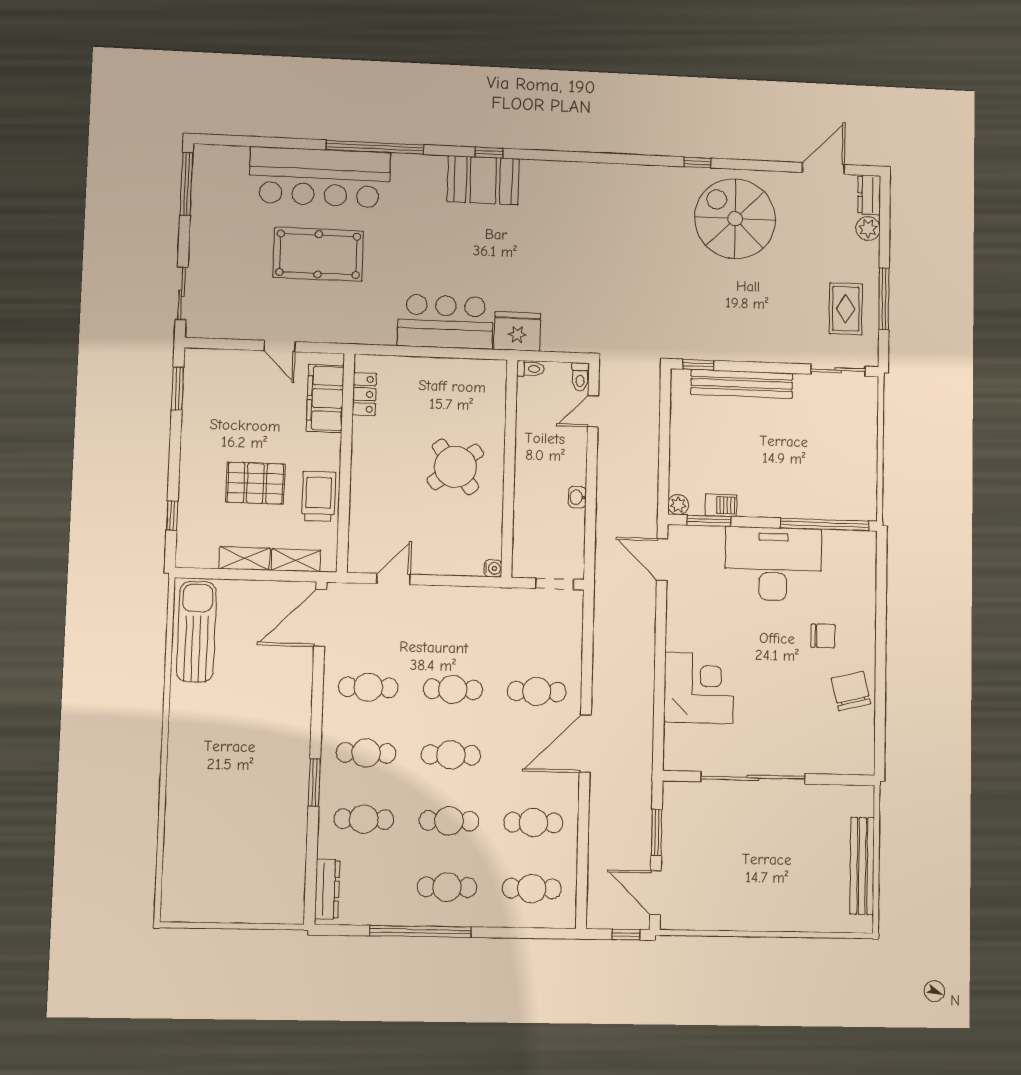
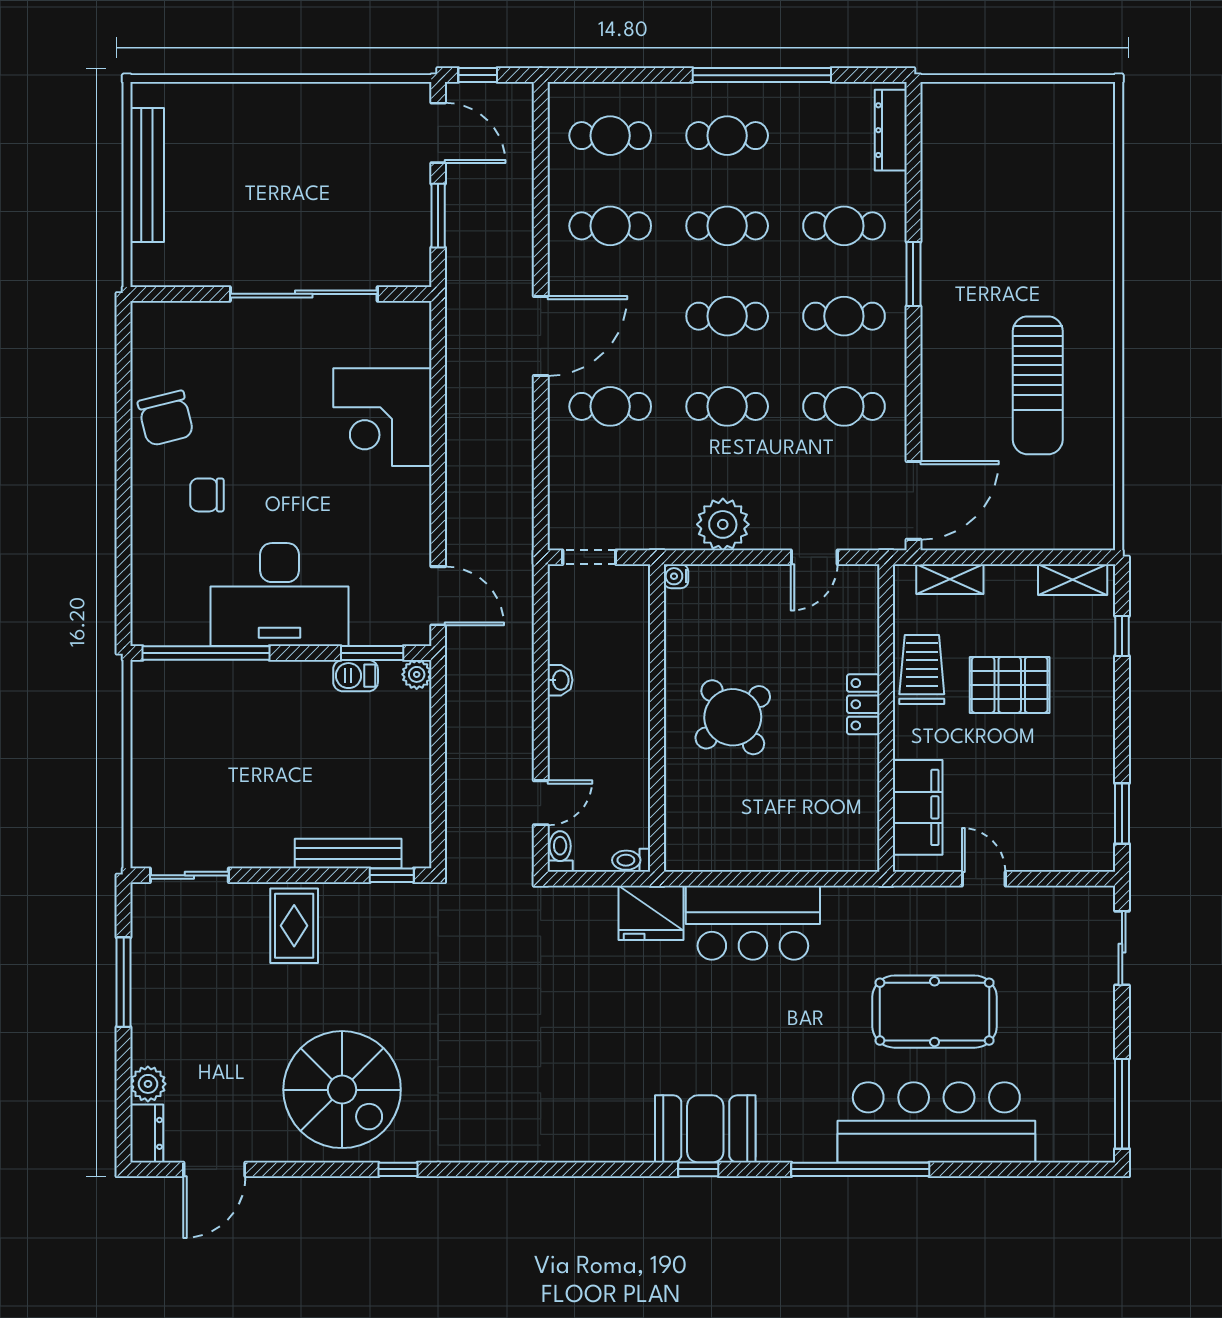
rug: (846, 309) -> (294, 926), moved
bench: (742, 384) -> (348, 853), width x0.73, depth x0.82
locker: (364, 394) -> (863, 704), moved
trolley: (319, 496) -> (922, 670), turned 180
shelving: (245, 558) -> (1073, 580), moved
plant: (458, 604) -> (723, 524), added
sun lounger: (196, 632) -> (1038, 385), moved

